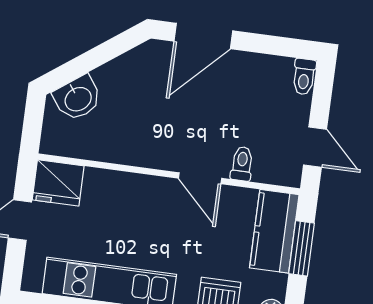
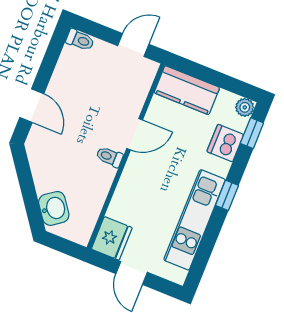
door: (203, 36) -> (32, 106), width x0.73
toilet: (242, 164) -> (109, 157), moved
window: (302, 248) -> (204, 74), removed

